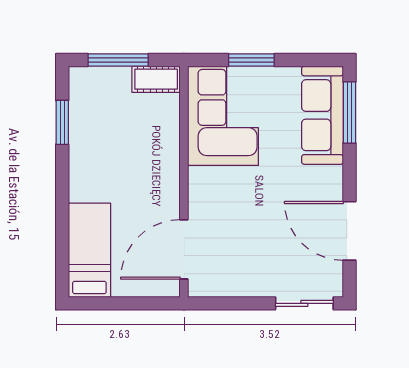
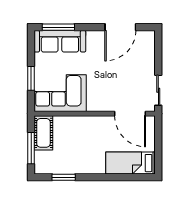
cot: (156, 79) -> (43, 133), width x1.37, depth x1.34
sliding door: (304, 303) -> (158, 90), moved

